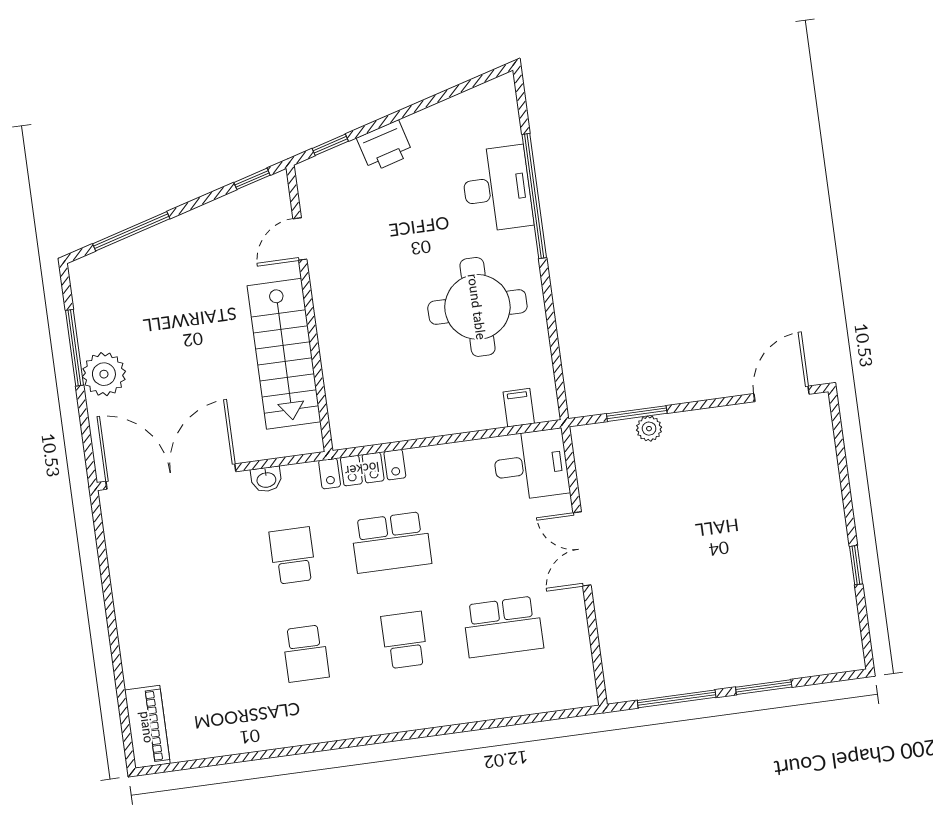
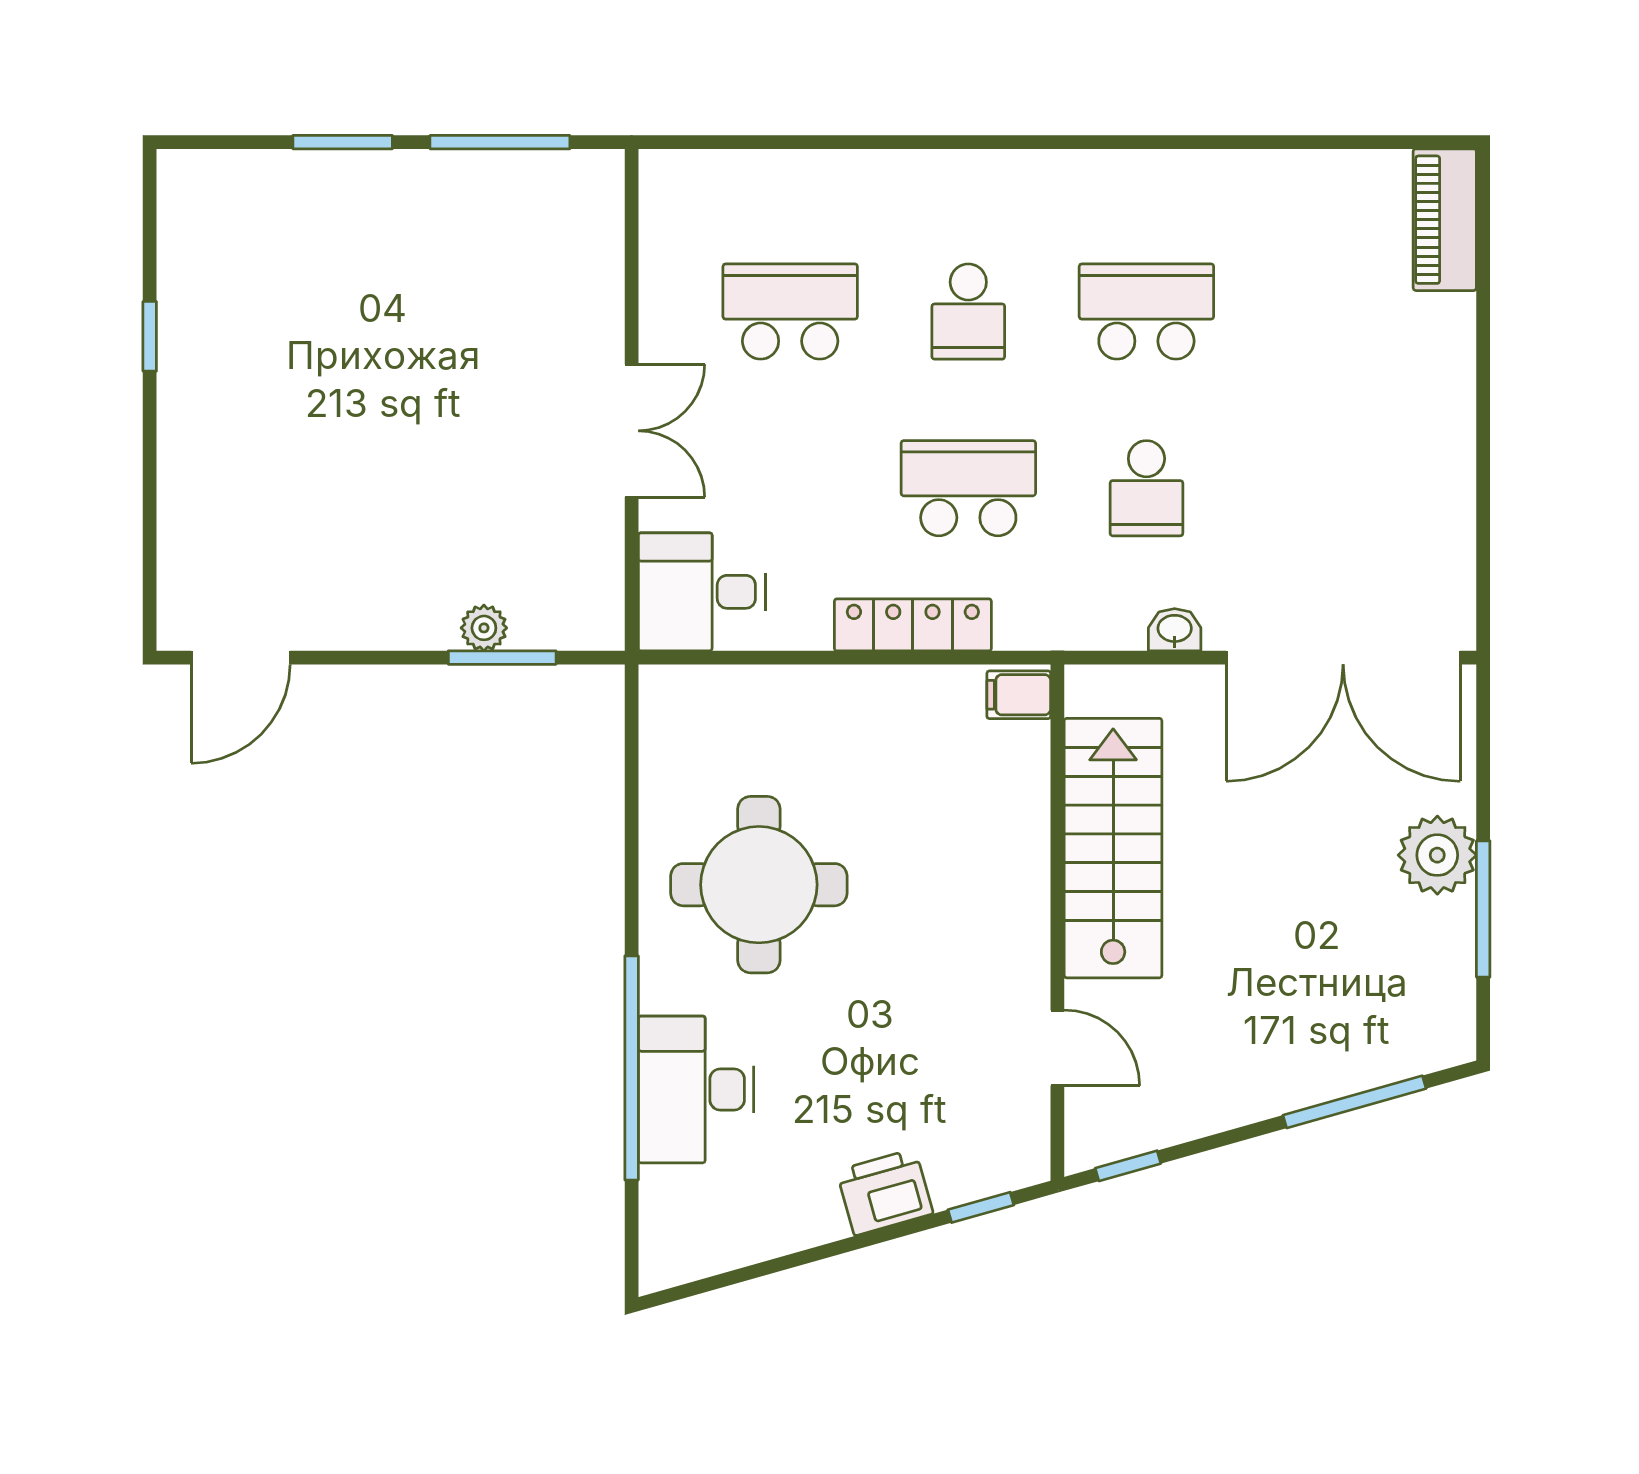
door: (300, 239) -> (1057, 1048), hinge flipped
filing cabinet: (519, 408) -> (1019, 695), moved, turned 90
locker: (362, 469) -> (913, 625), moved
school desk: (306, 653) -> (1146, 312), width x1.85

